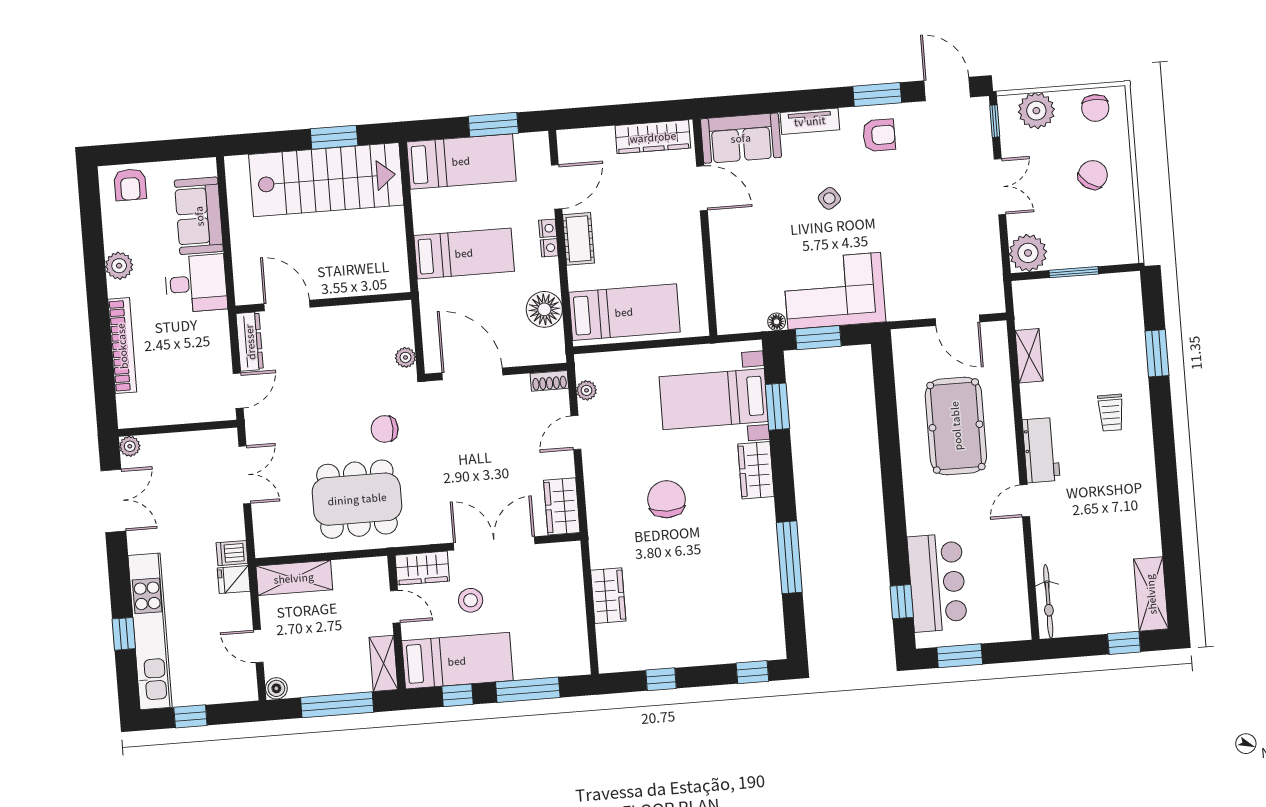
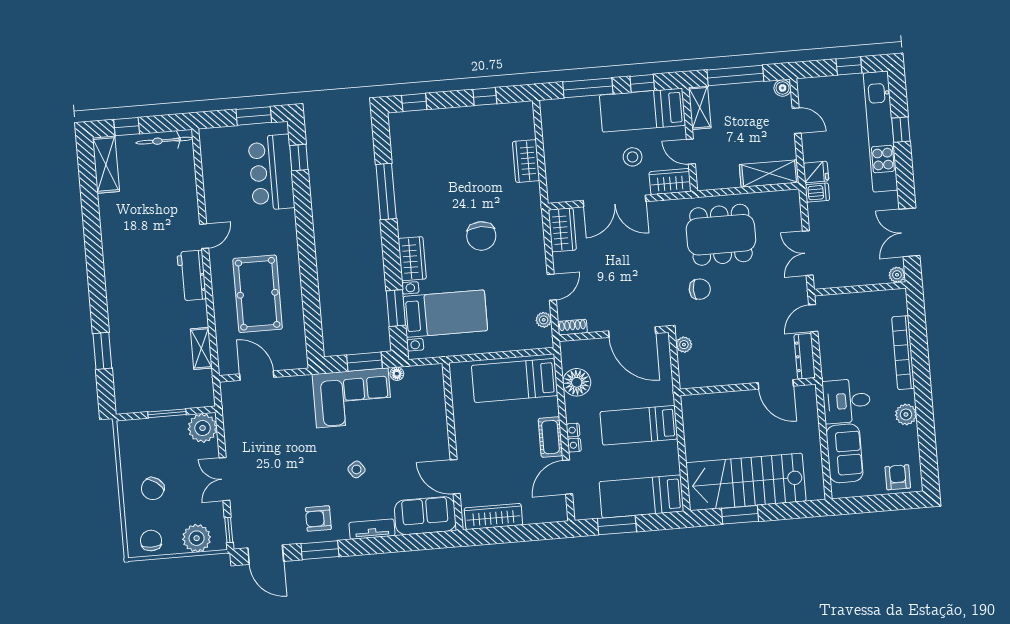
trolley: (1111, 413) -> (138, 305), removed
bicycle: (1048, 601) -> (164, 141), moved, turned -90

